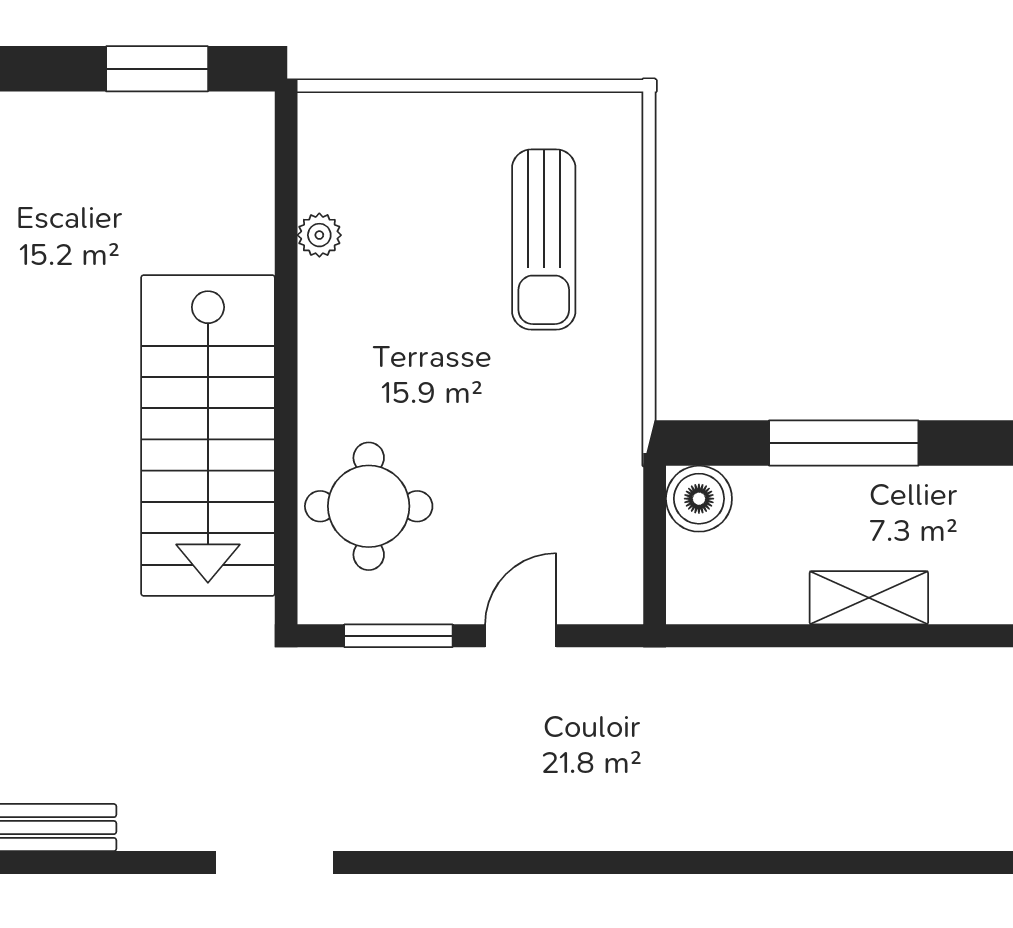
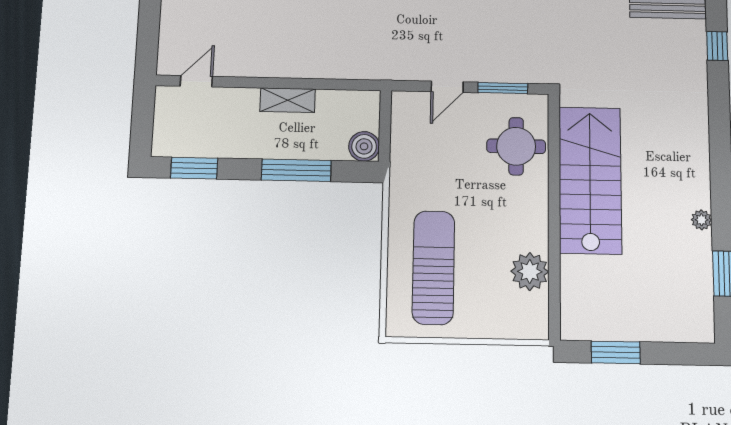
plant: (319, 235) -> (530, 272), width x1.88, depth x1.88
sun lounger: (544, 240) -> (433, 267), width x1.36, depth x1.34

